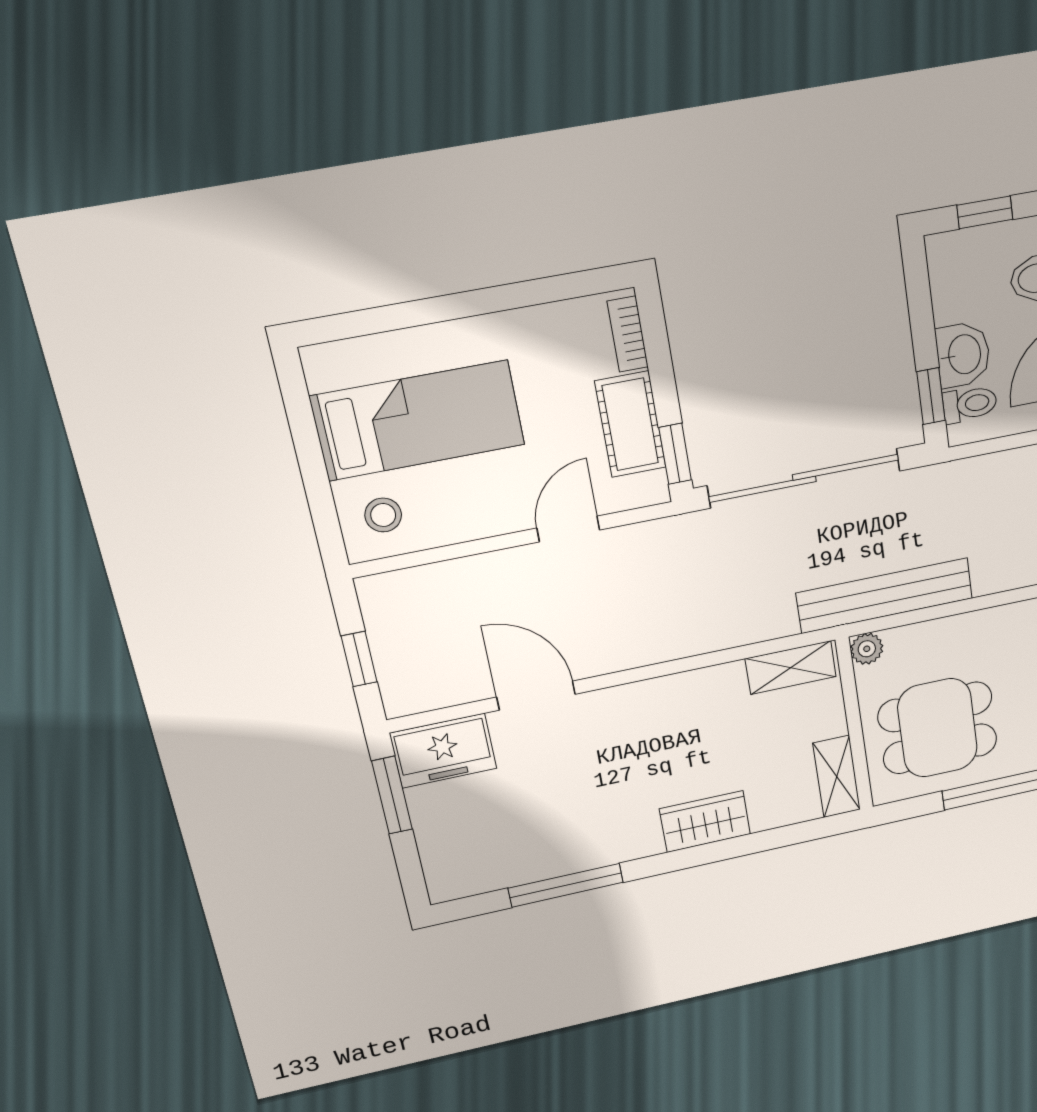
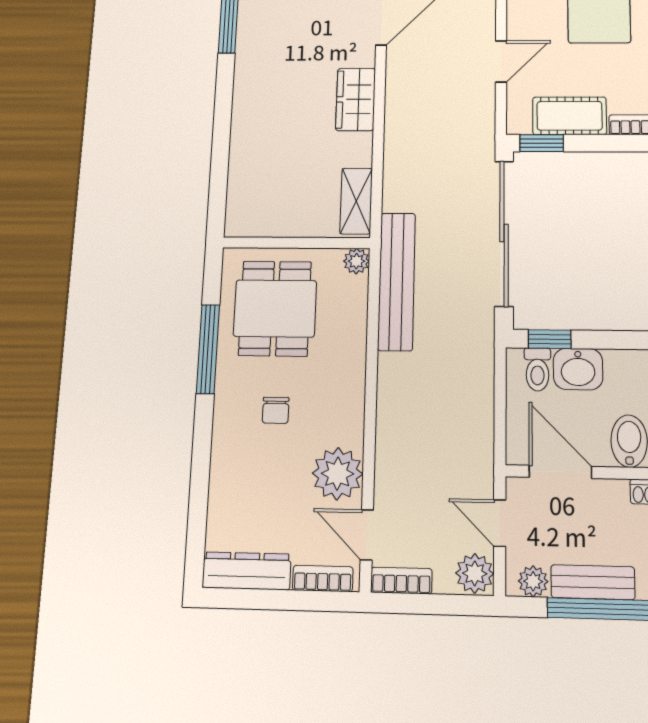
door: (568, 529) -> (501, 61), hinge flipped
shelving: (837, 777) -> (257, 223), removed
wardrobe: (705, 821) -> (356, 99), moved, turned 180

